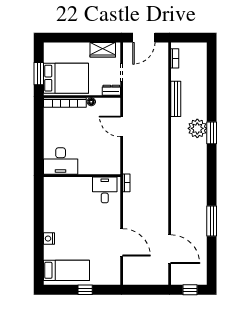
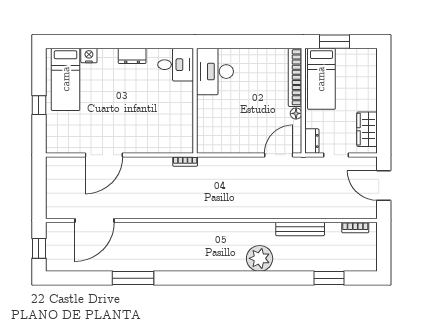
bed: (66, 78) -> (321, 79), width x0.67
door: (122, 126) -> (279, 155), moved
window: (212, 133) -> (329, 278), moved
desk: (105, 190) -> (176, 65), moved
dresser: (49, 222) -> (132, 56), added
nightstand: (49, 239) -> (89, 56), moved

